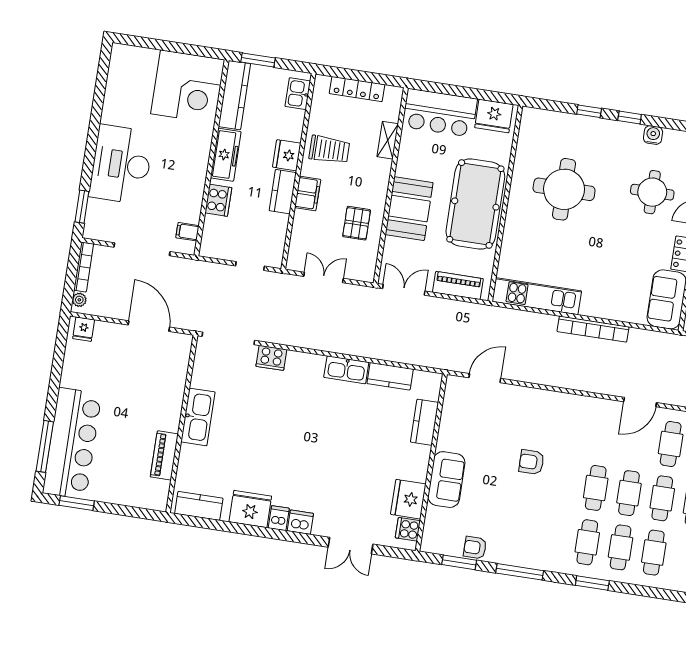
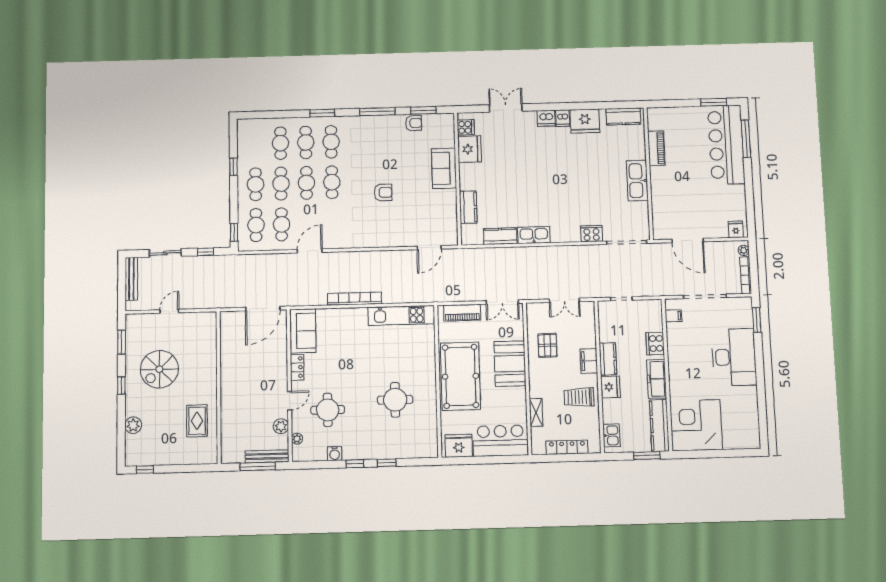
round table: (564, 189) -> (395, 400), width x0.73, depth x0.73

